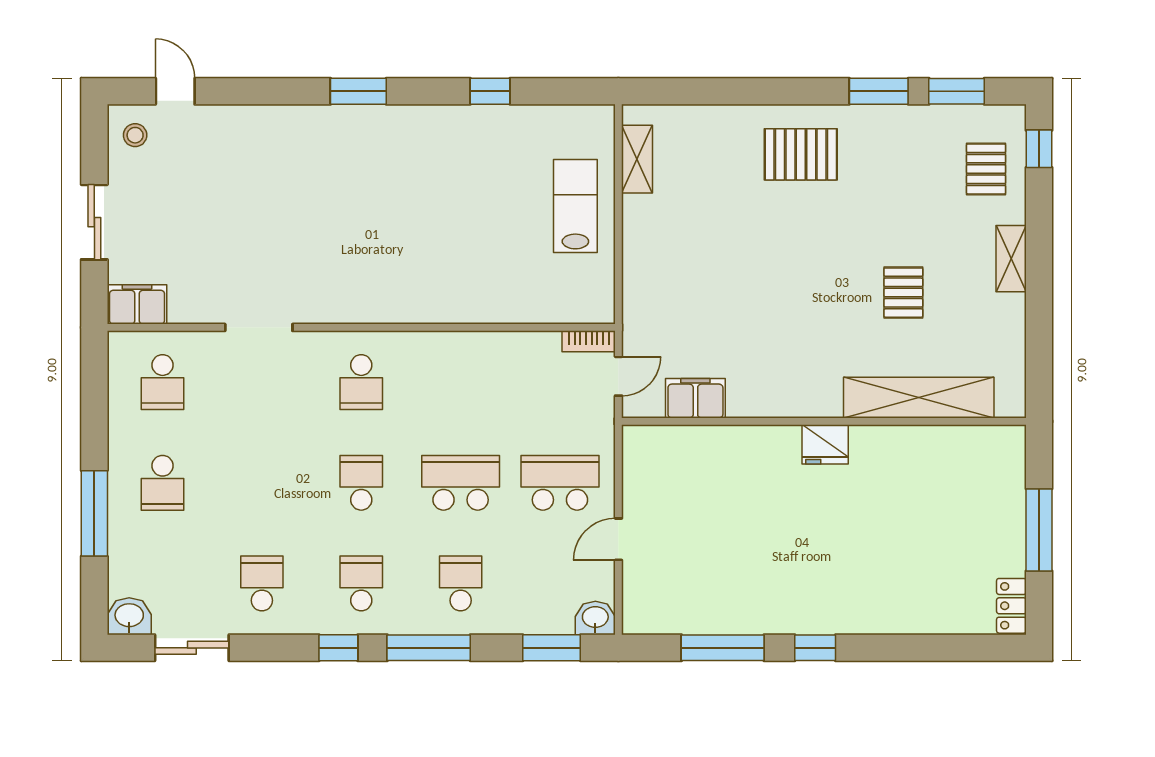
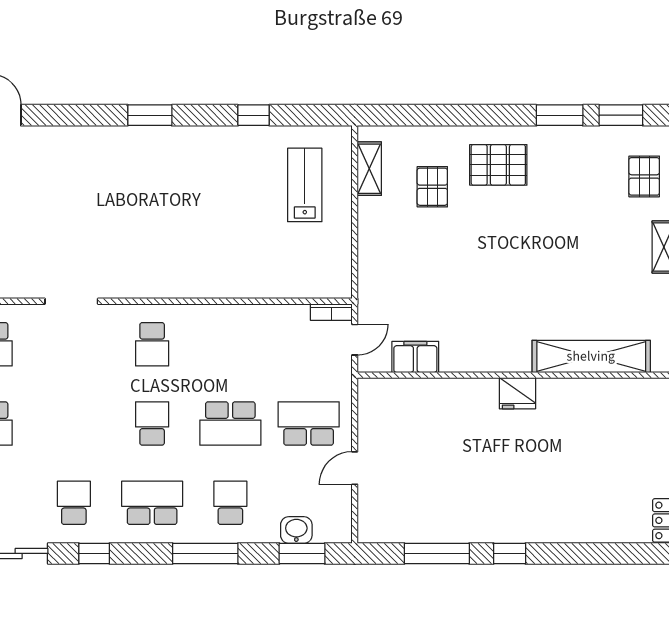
lab bench: (575, 206) -> (305, 185), moved
pallet: (903, 293) -> (432, 187), moved
school desk: (461, 483) -> (230, 424), turned 180
school desk: (361, 583) -> (152, 503), width x1.85
washbasin: (595, 618) -> (296, 530), moved
window: (338, 648) -> (94, 553), moved

